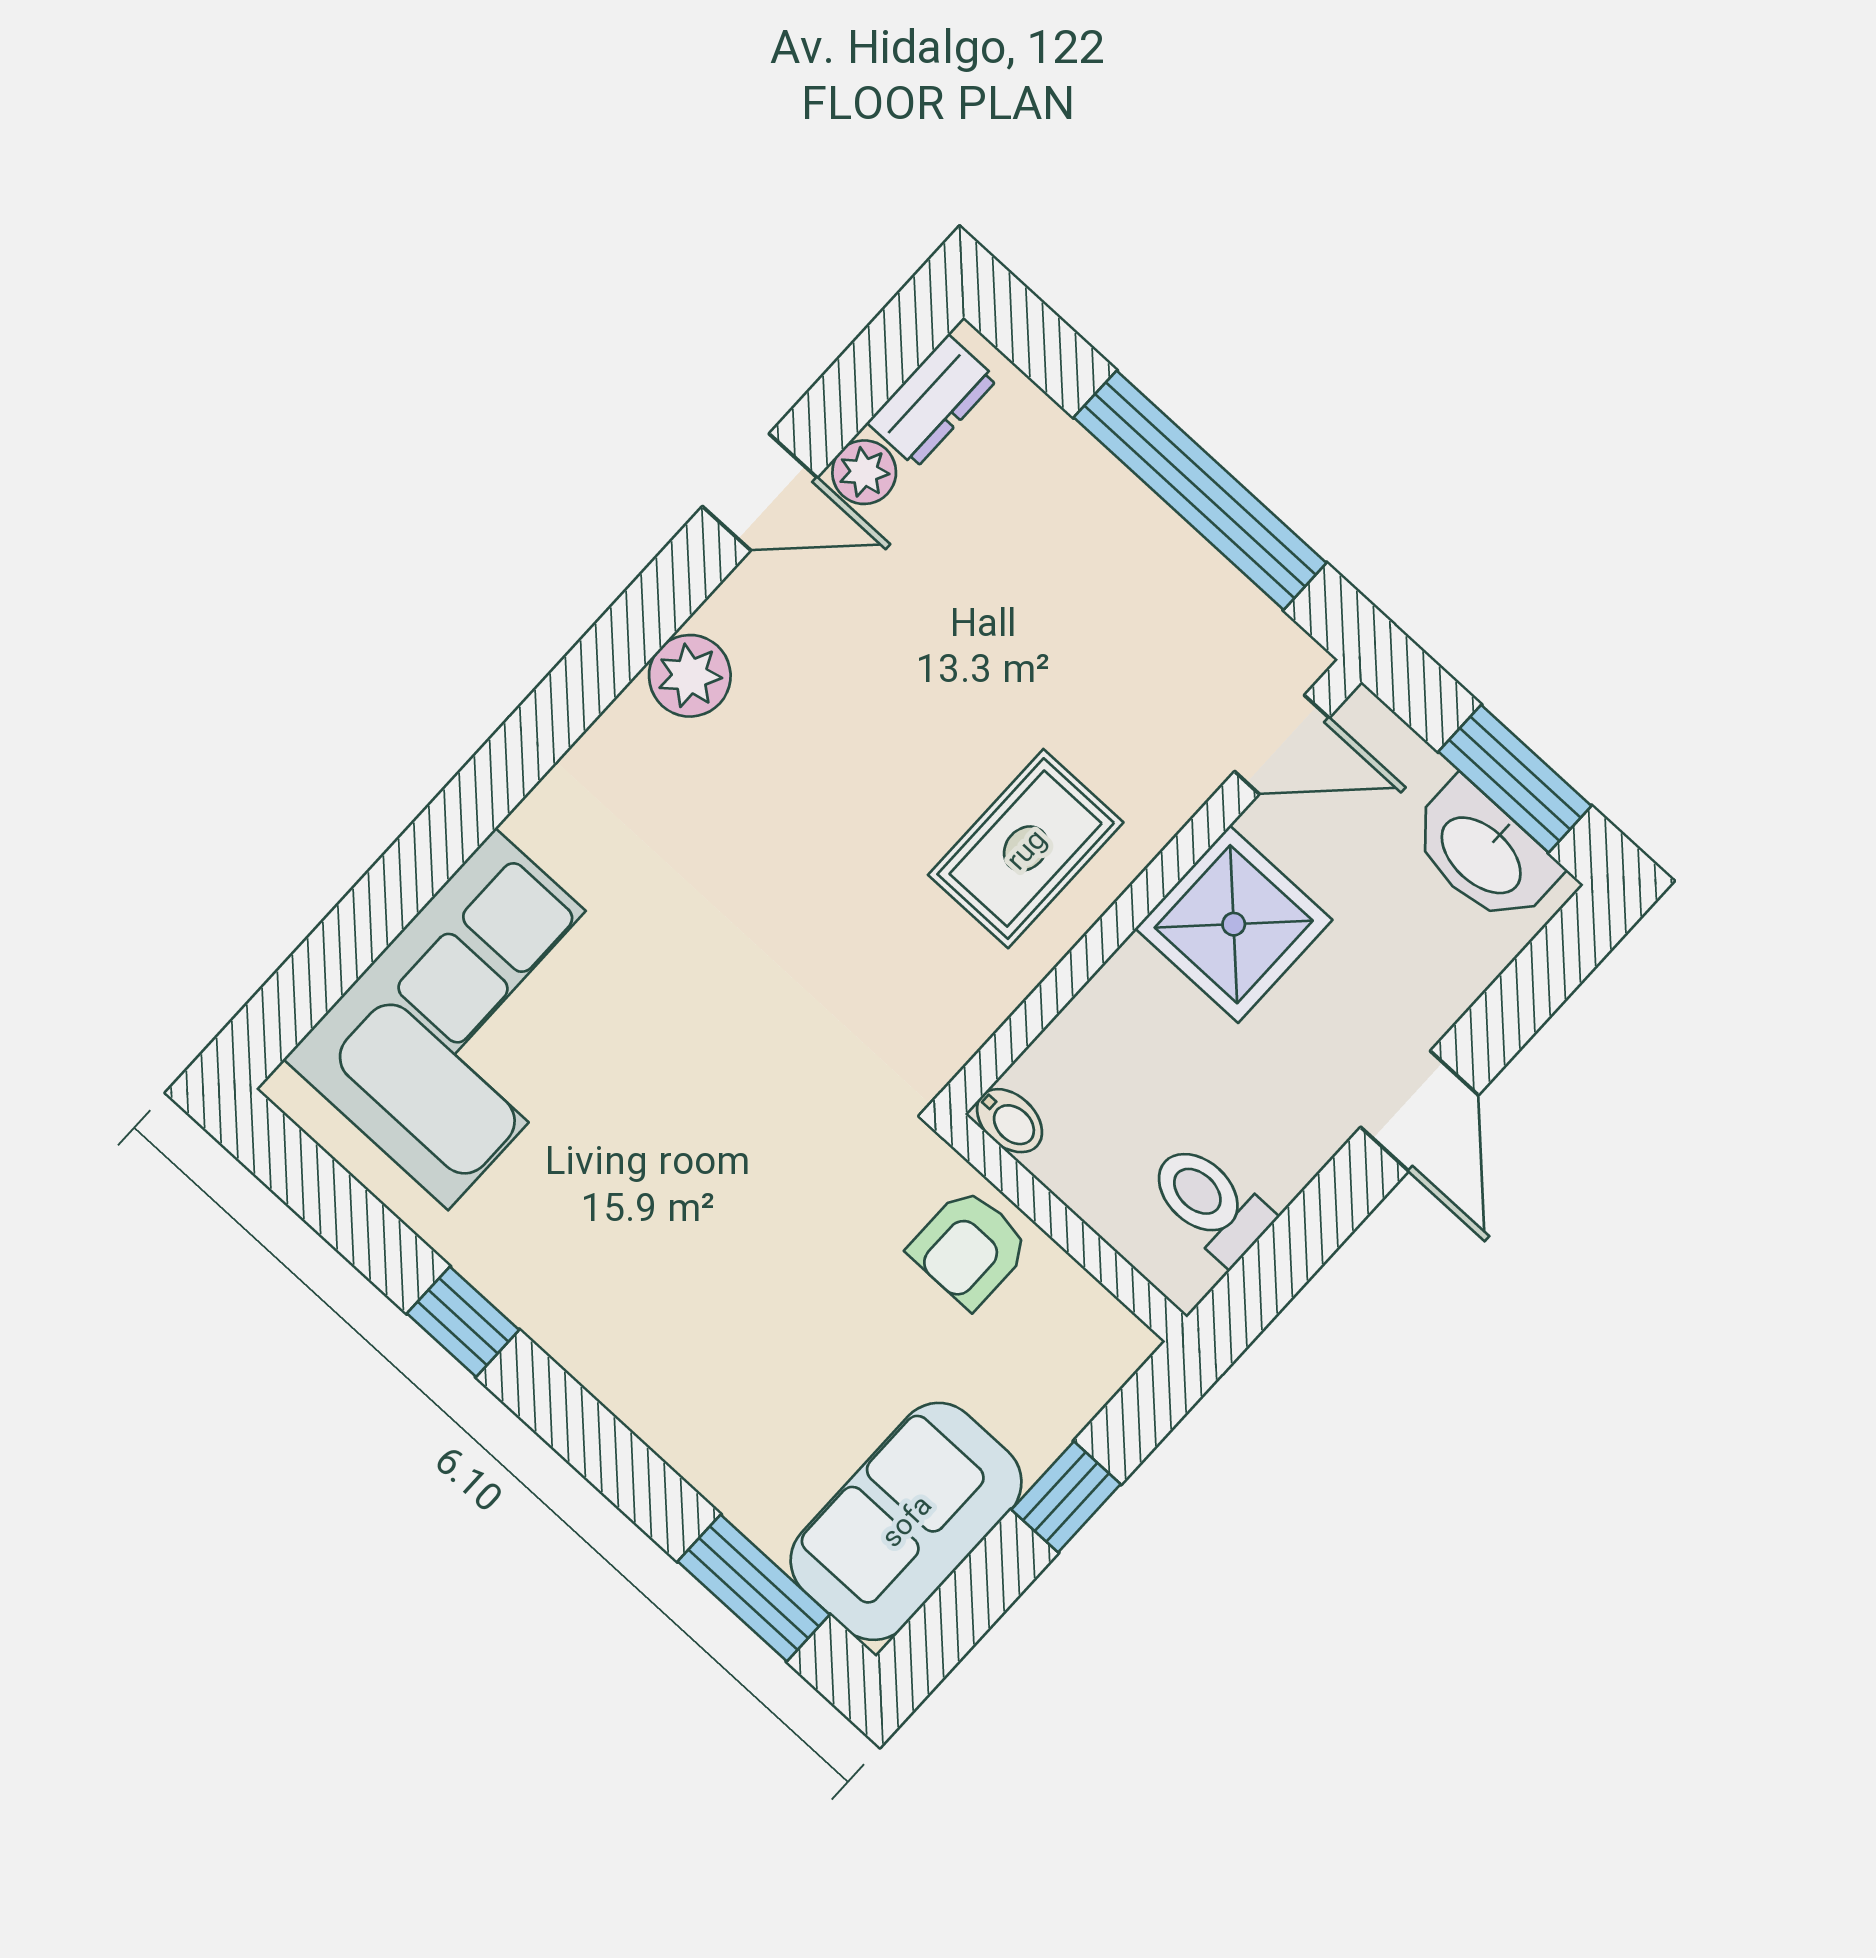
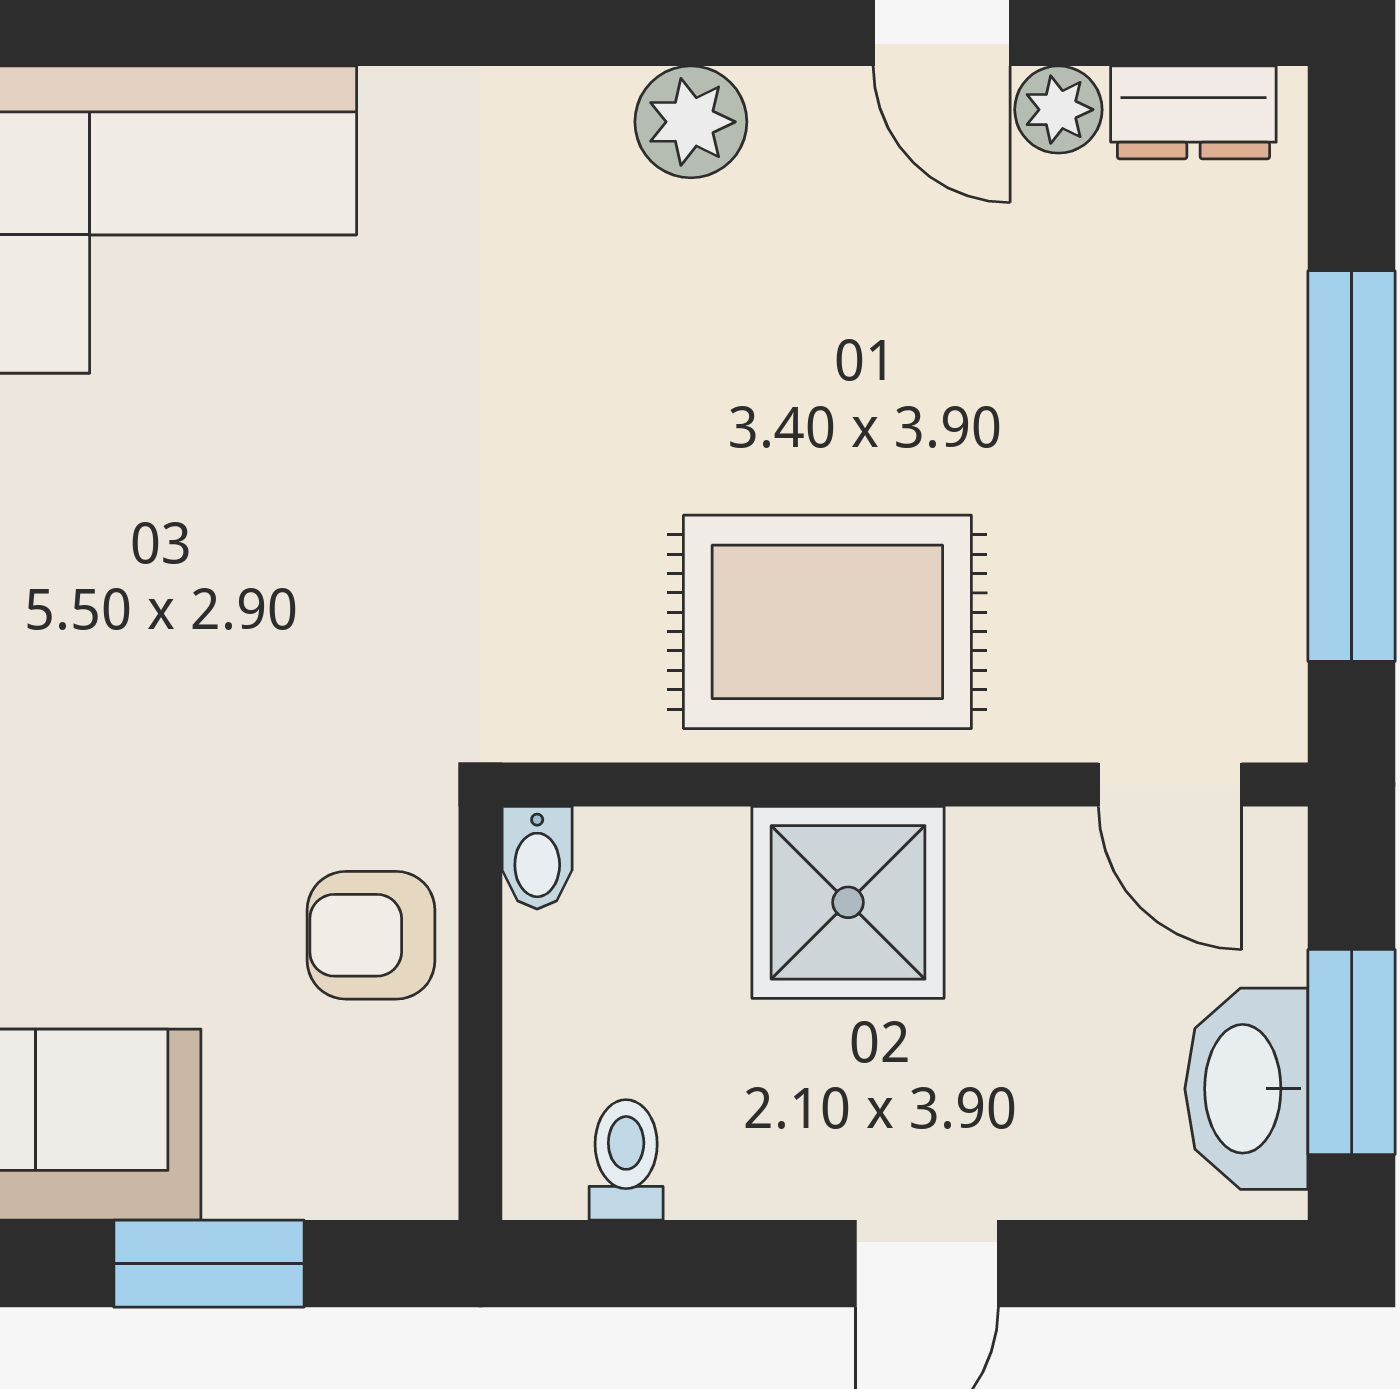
rug: (1026, 849) -> (827, 622), width x1.36, depth x1.43
shower: (1234, 924) -> (848, 902), moved
toilet: (1210, 1203) -> (626, 1160), width x0.73, depth x0.72
window: (1066, 1497) -> (209, 1264), width x1.50

